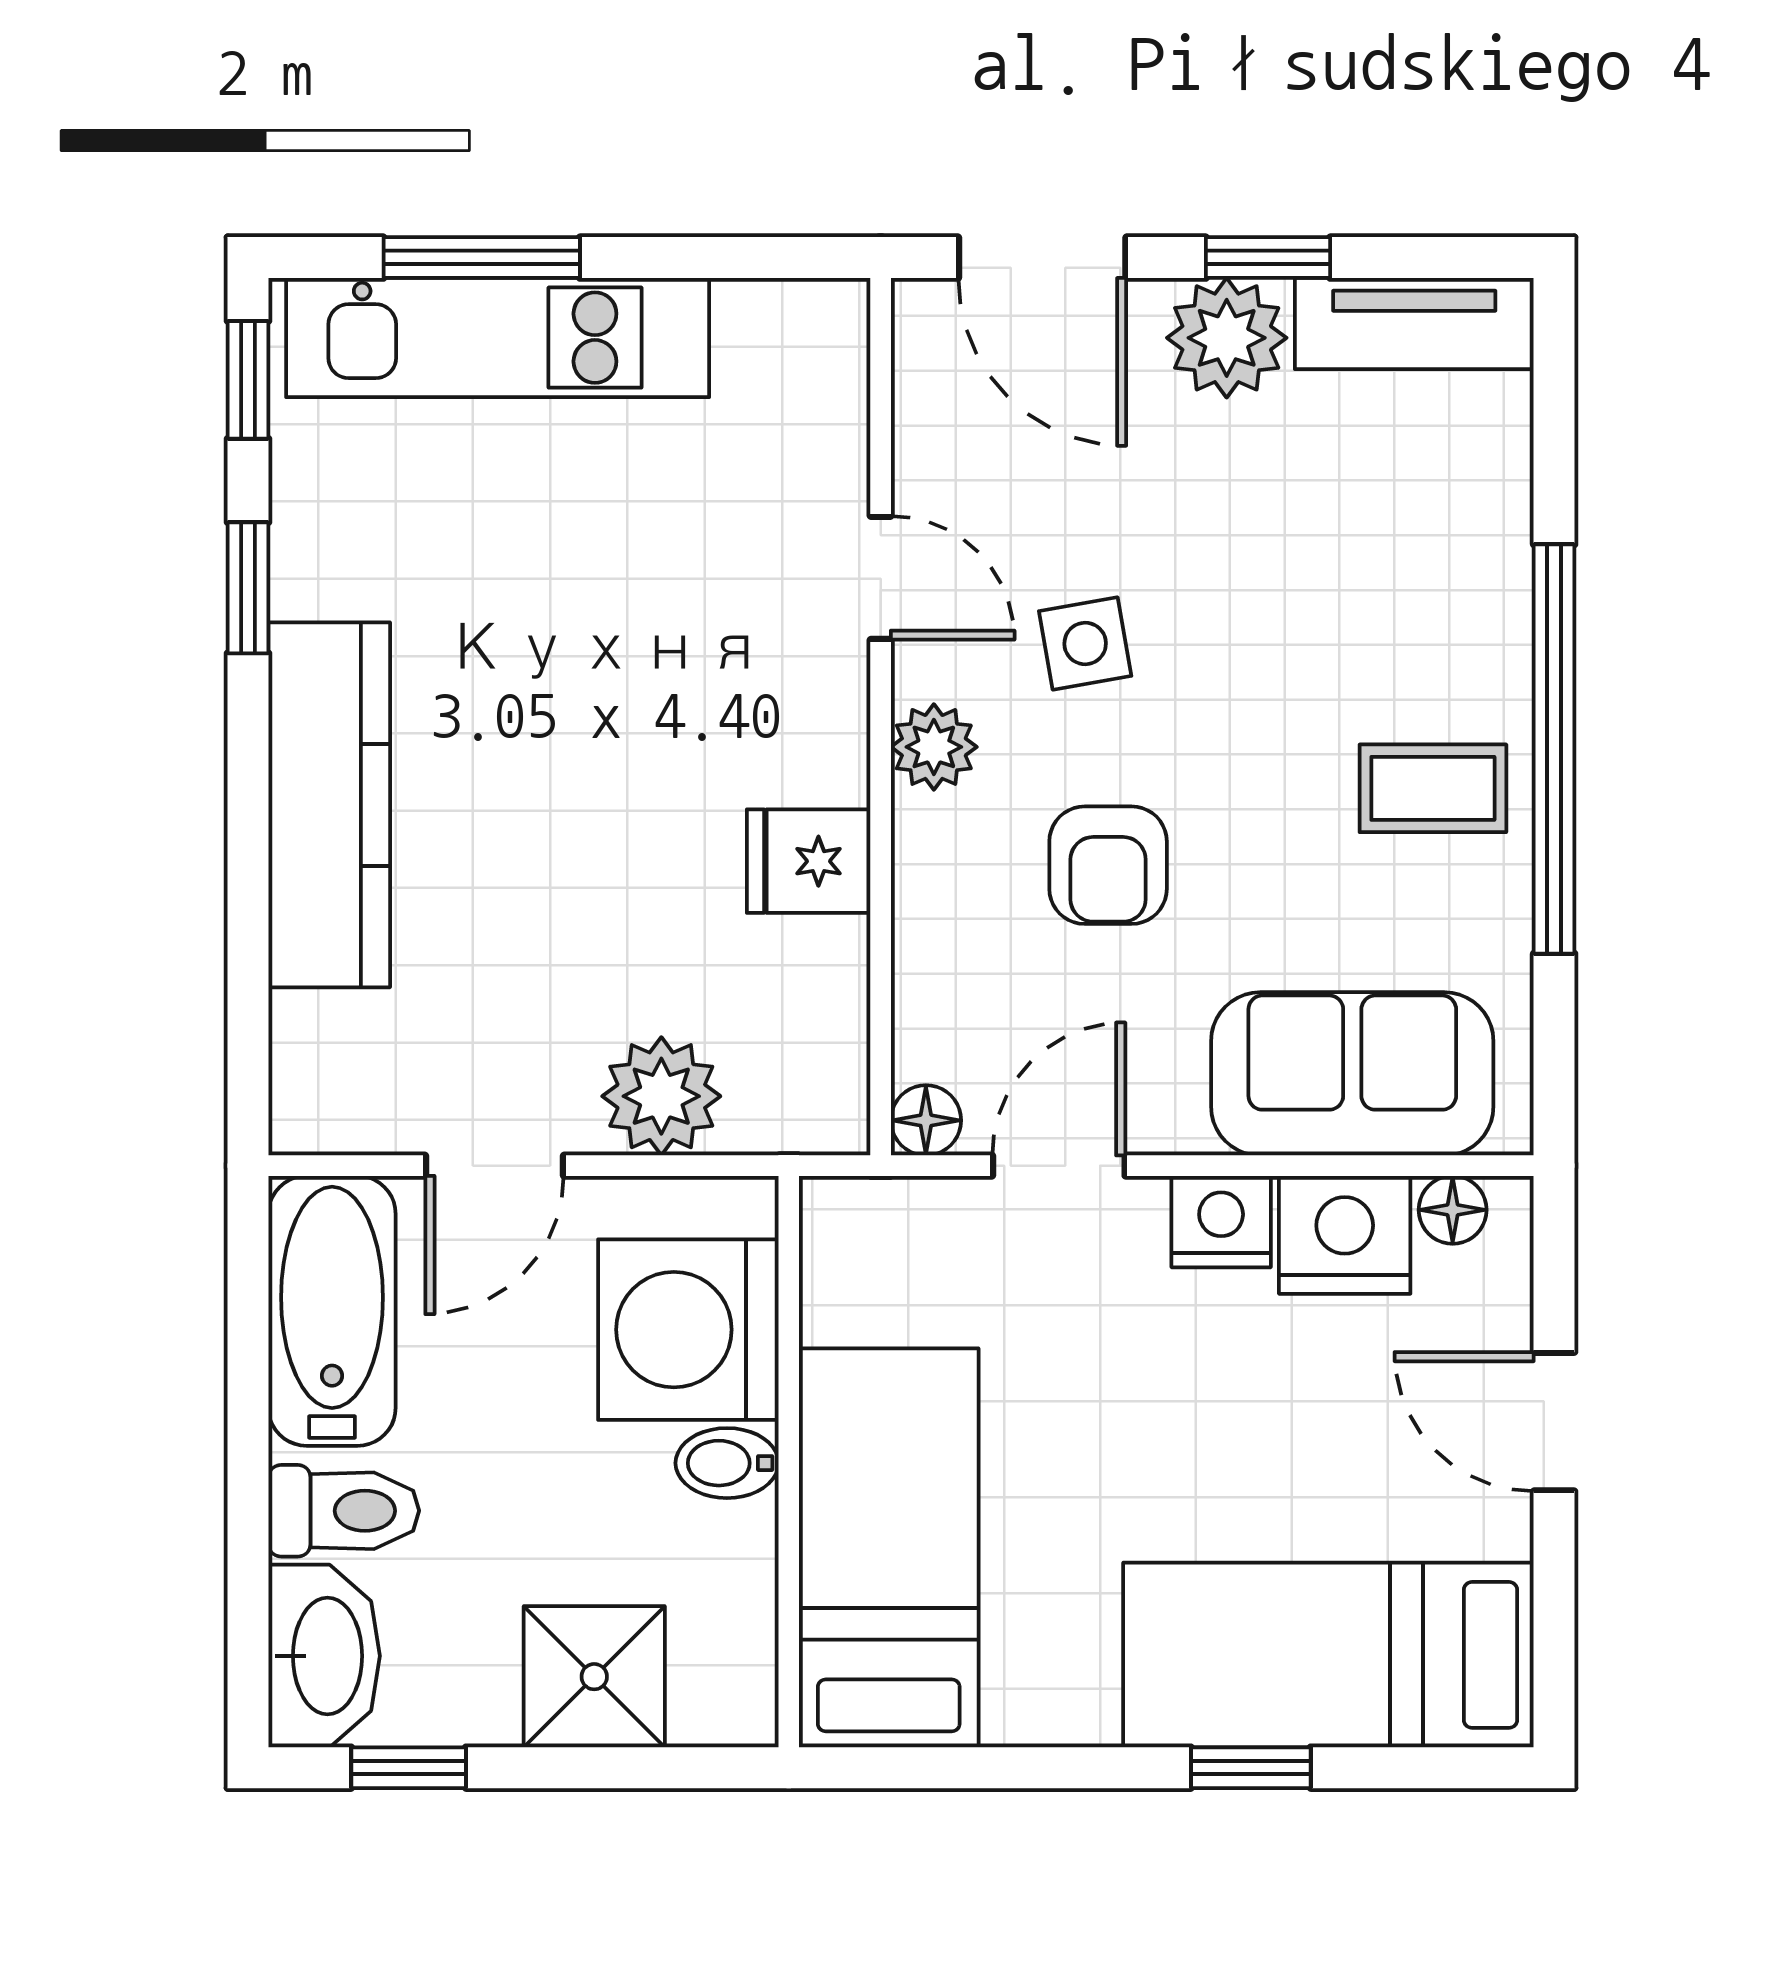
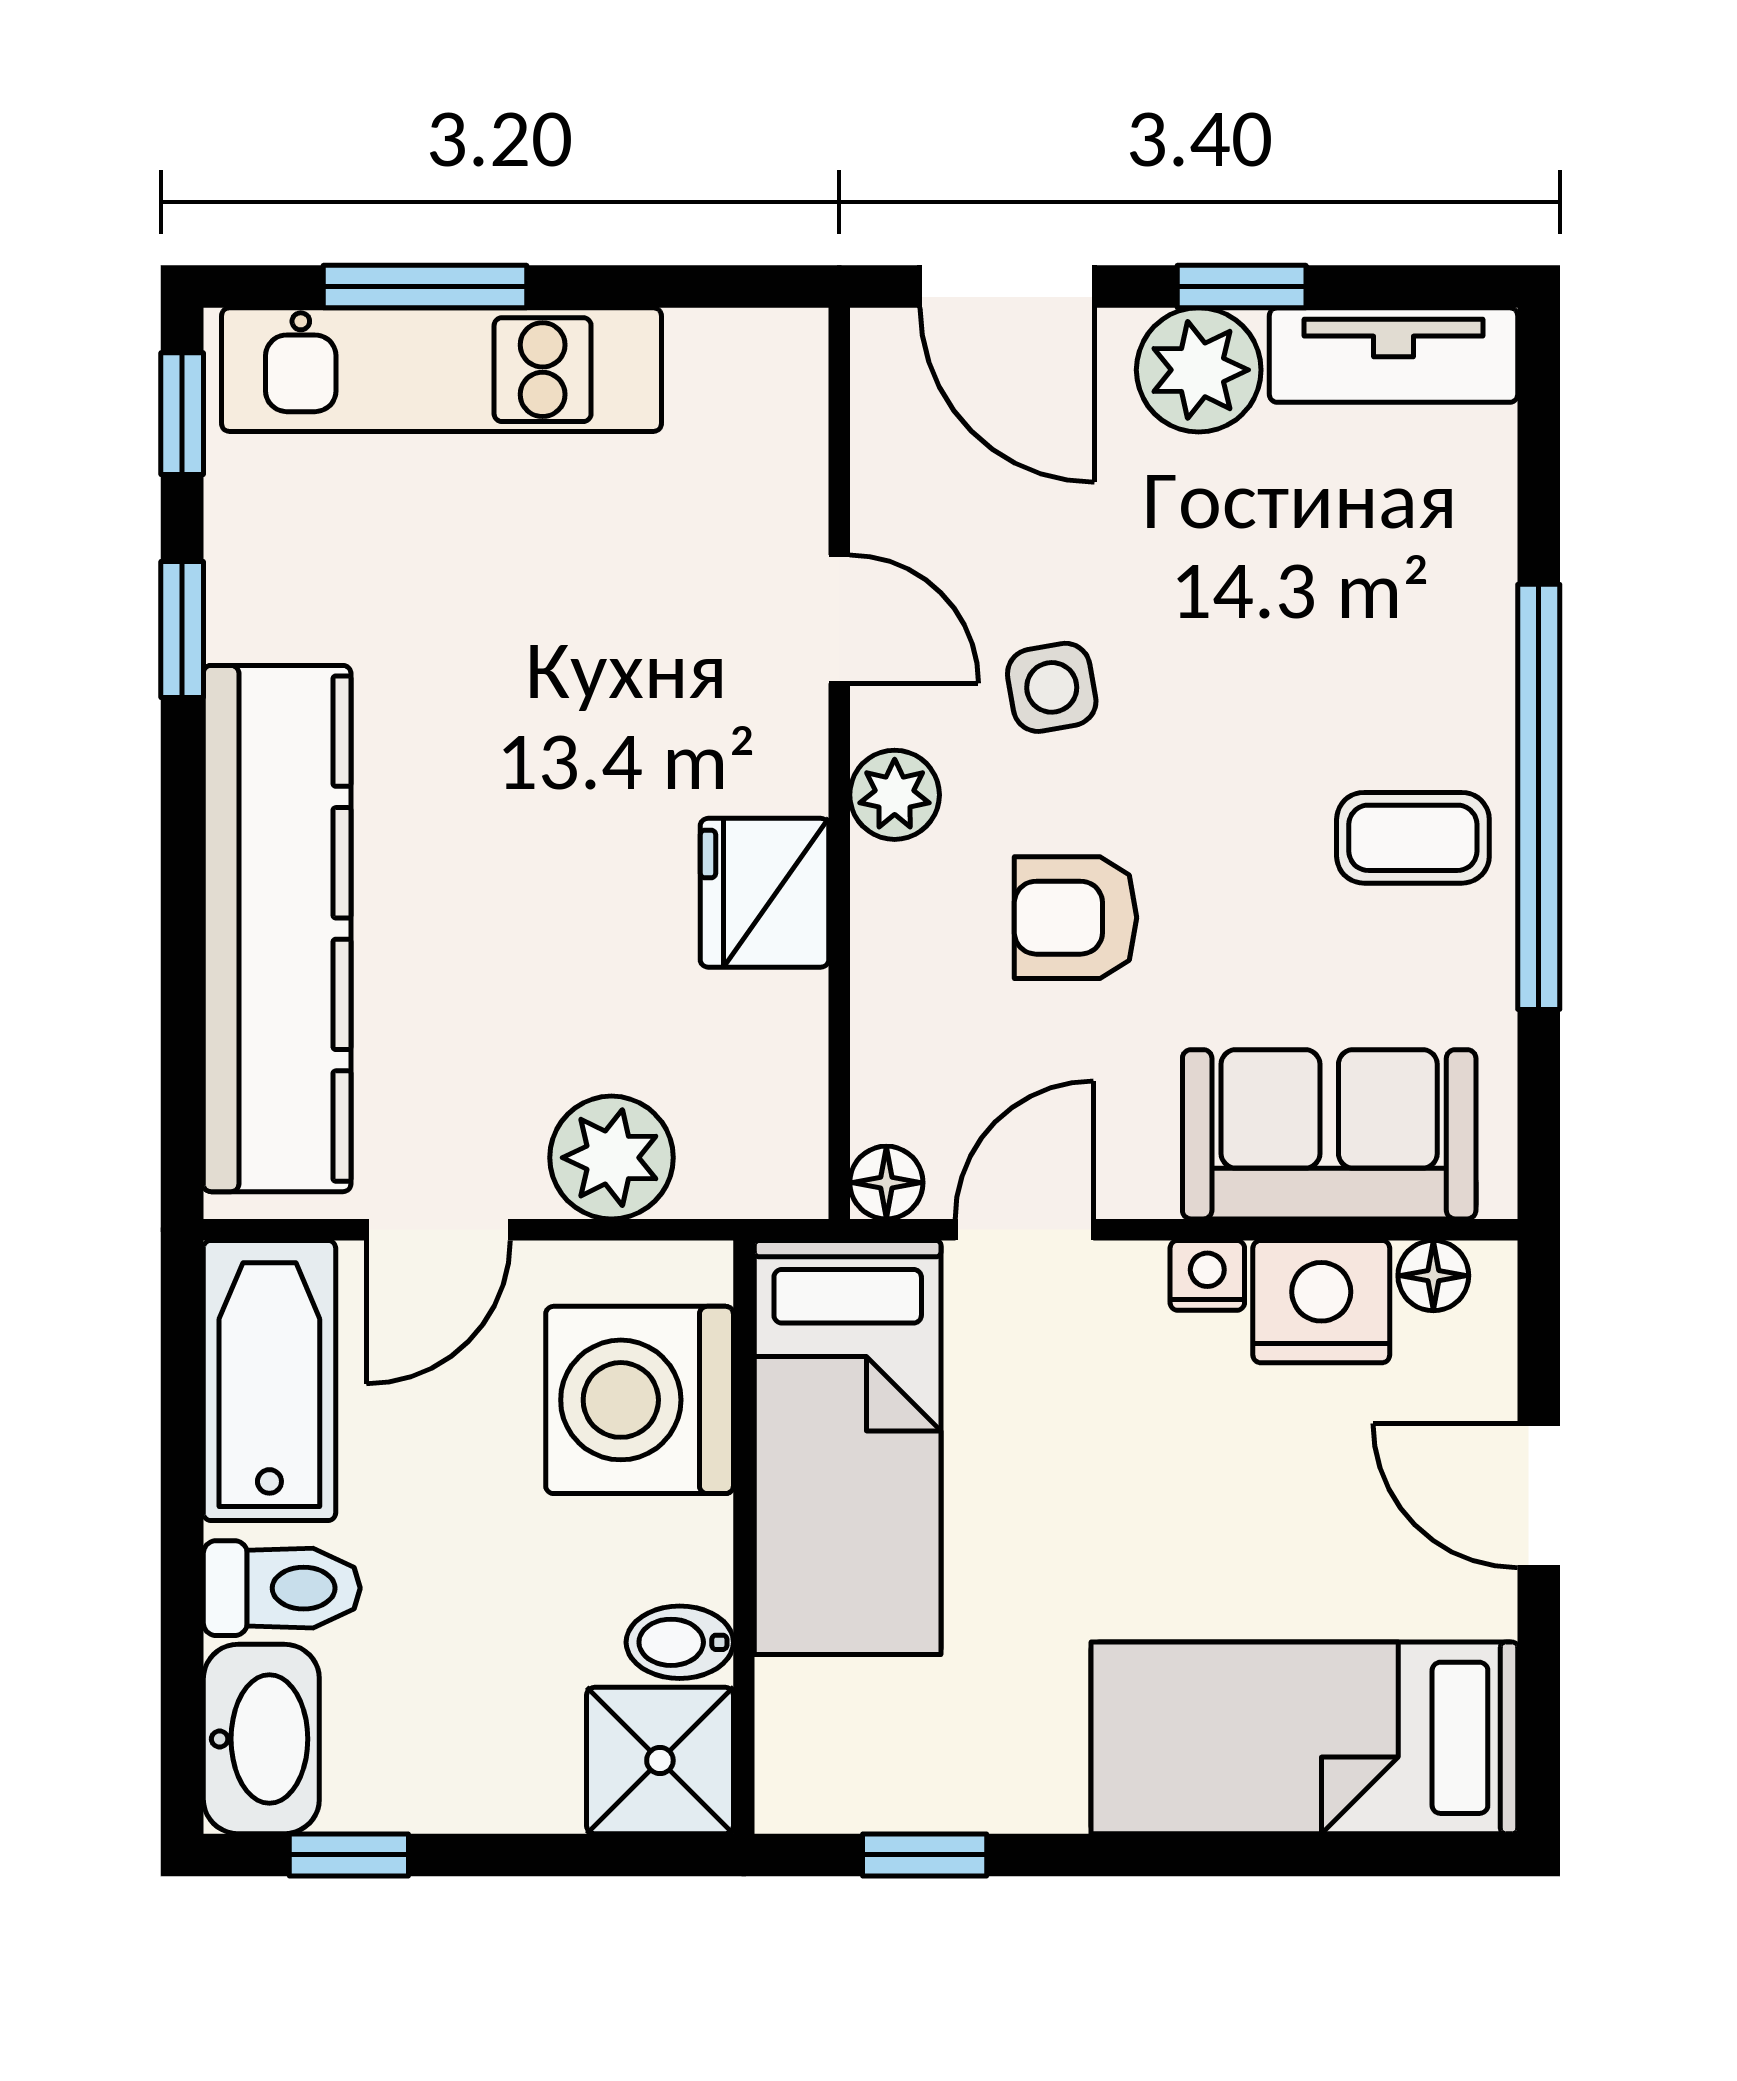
kitchen counter: (329, 805) -> (277, 929), width x1.39, depth x1.17
fridge: (809, 861) -> (764, 893), width x1.38
armchair: (1108, 865) -> (1076, 918), turned 90
nightstand: (1221, 1222) -> (1207, 1275), width x0.72, depth x0.74
bidet: (727, 1463) -> (680, 1642), moved
bed: (889, 1548) -> (848, 1448), moved, turned 180
shower: (594, 1677) -> (660, 1760), moved
window: (1251, 1768) -> (925, 1855), moved

